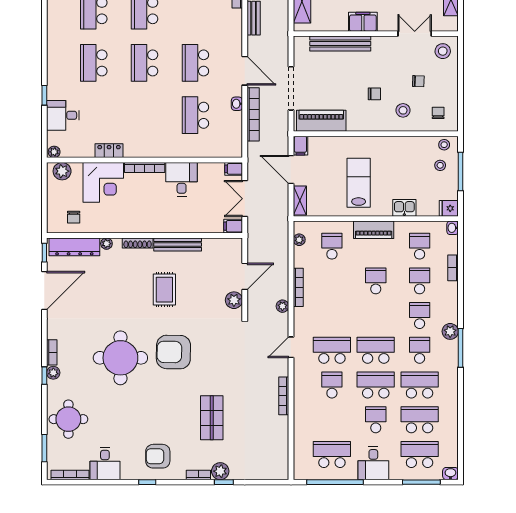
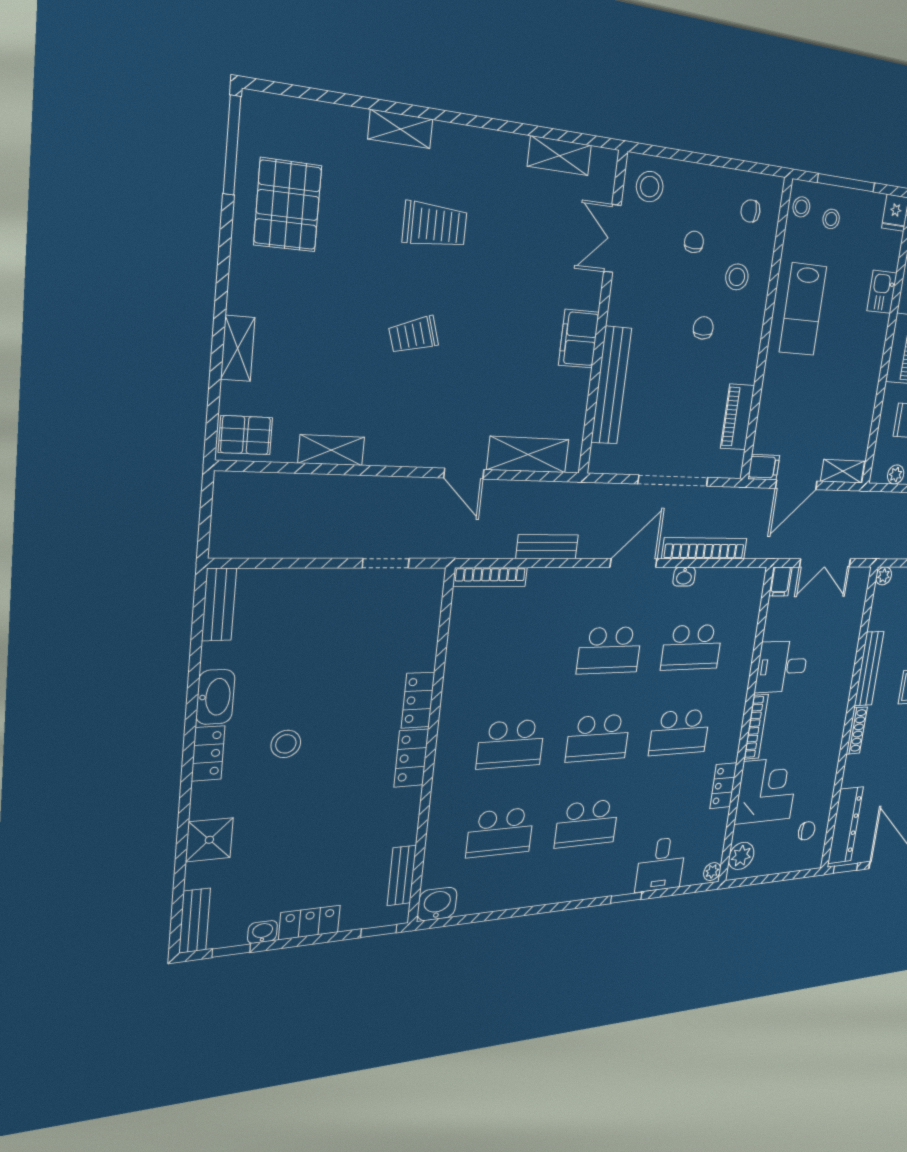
school desk: (145, 115) -> (680, 732), added
piano: (321, 121) -> (738, 417), width x0.73, depth x0.75
lab bench: (359, 183) -> (803, 309), moved, turned -90
filing cabinet: (233, 226) -> (860, 582), removed
plant: (106, 244) -> (884, 576), moved

